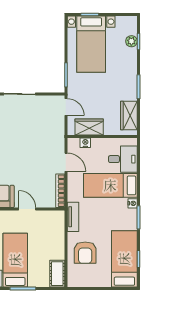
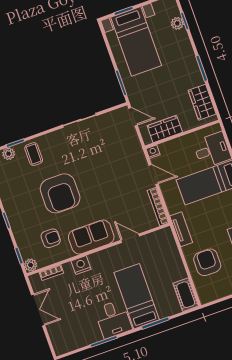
nightstand: (85, 143) -> (153, 152), moved
armchair: (85, 253) -> (207, 262), turned 180

